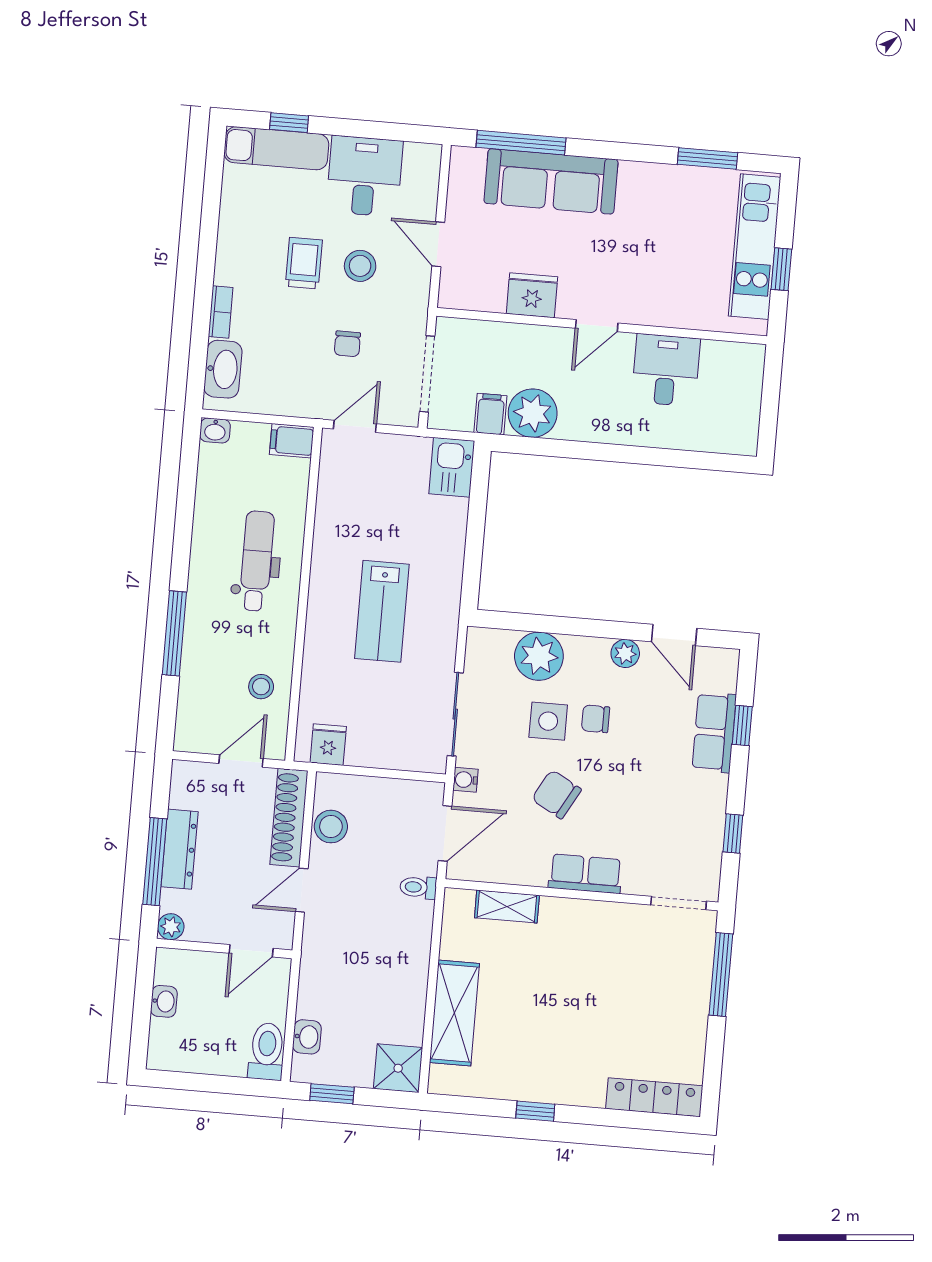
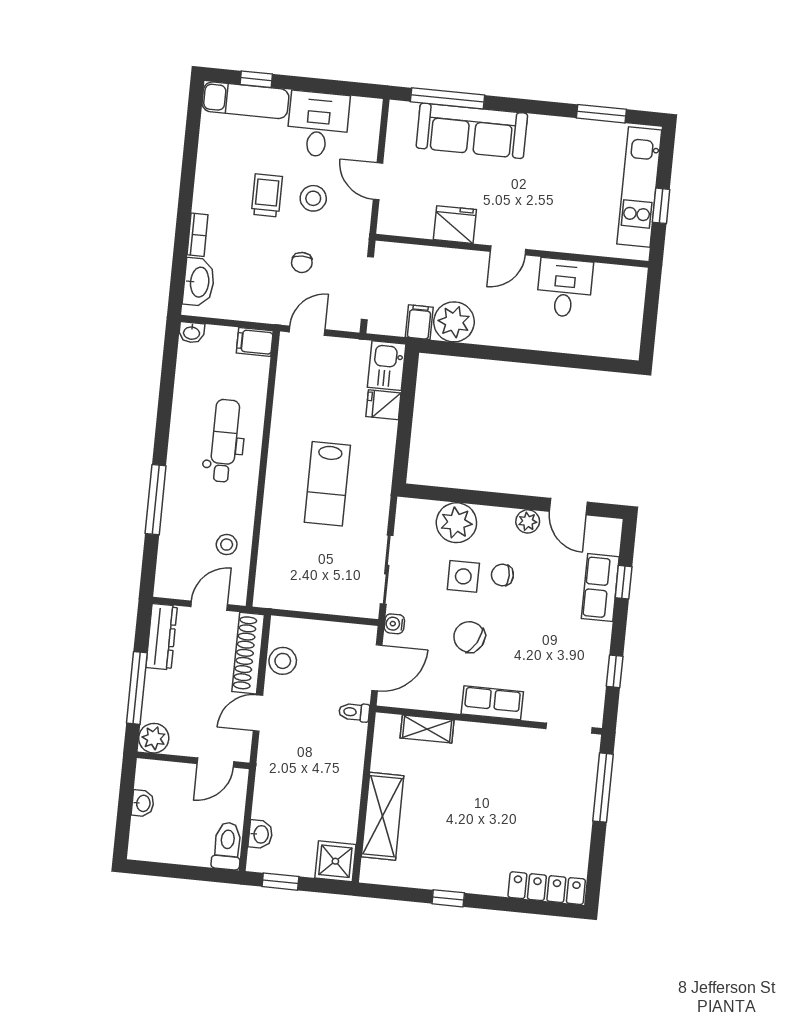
fridge: (328, 745) -> (383, 405), moved, turned -90
dresser: (180, 849) -> (162, 637), moved
plant: (171, 927) -> (154, 738), width x1.38, depth x1.38

